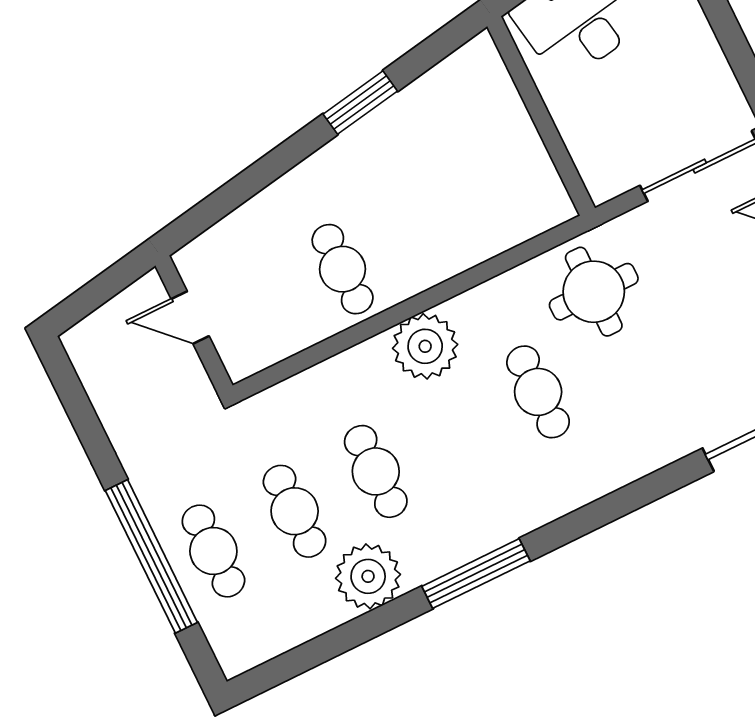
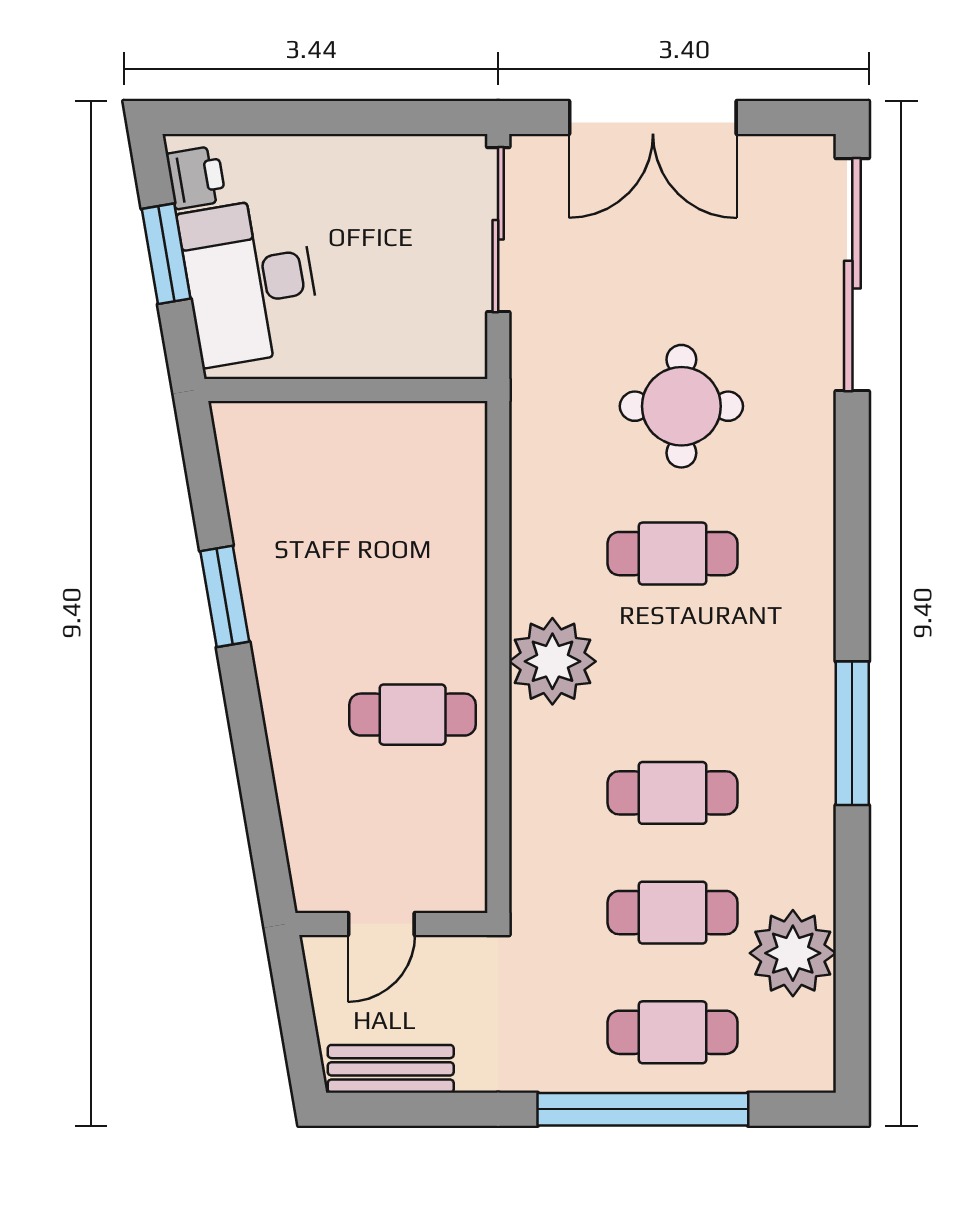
round table: (594, 292) -> (681, 406), moved
bench: (95, 372) -> (391, 1069), added
plant: (368, 576) -> (793, 953), moved

